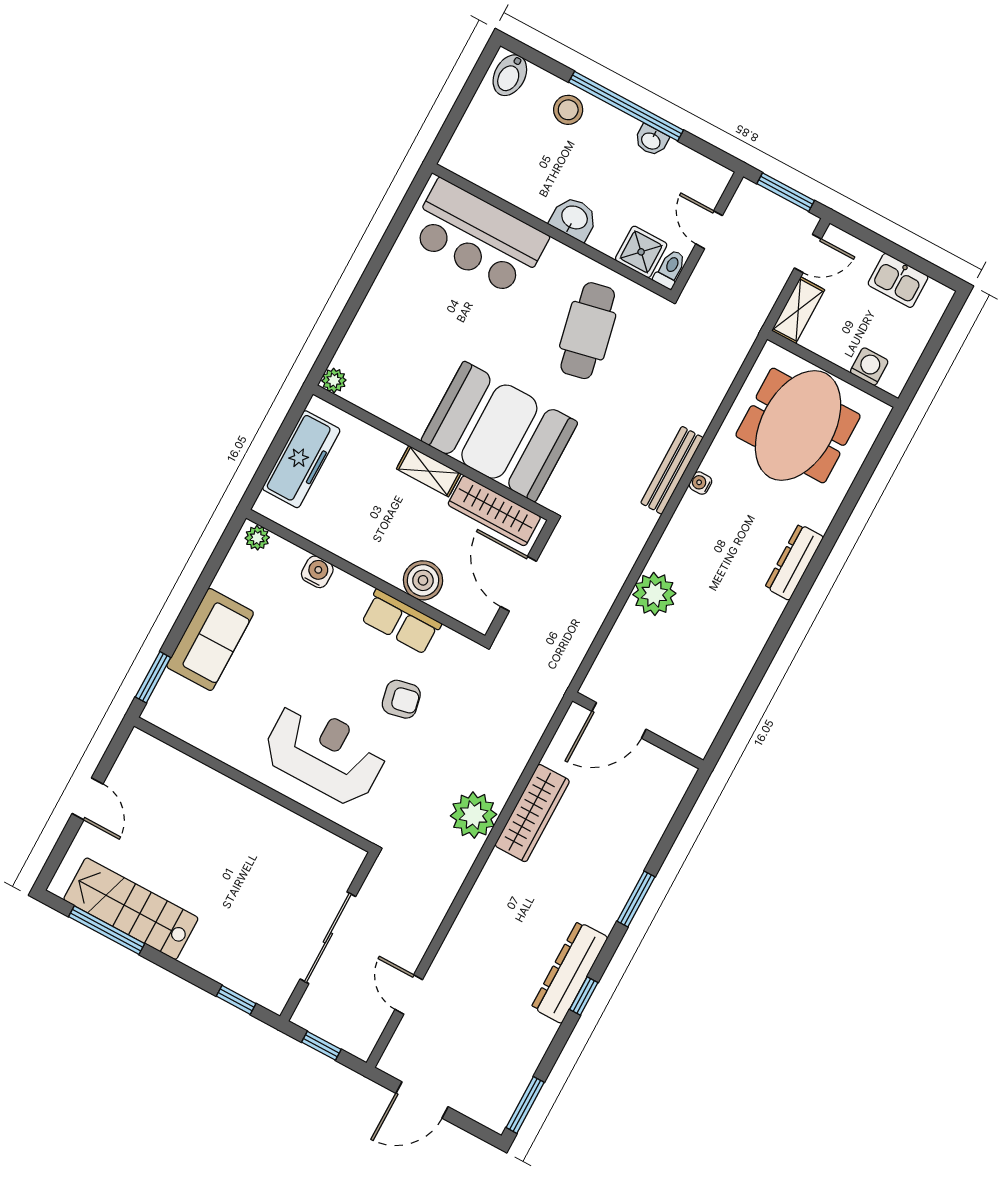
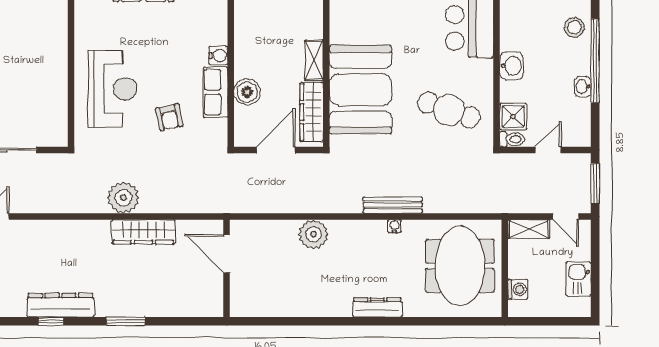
cafe table: (588, 331) -> (449, 110), turned 31
meeting table: (798, 426) -> (460, 266), turned 90
water cooler: (317, 572) -> (218, 56), moved

